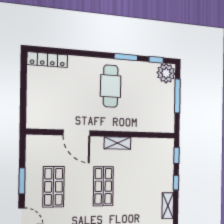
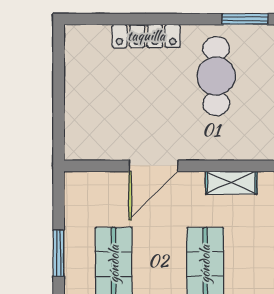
locker: (47, 60) -> (146, 36), moved
door: (77, 133) -> (154, 166), hinge flipped

